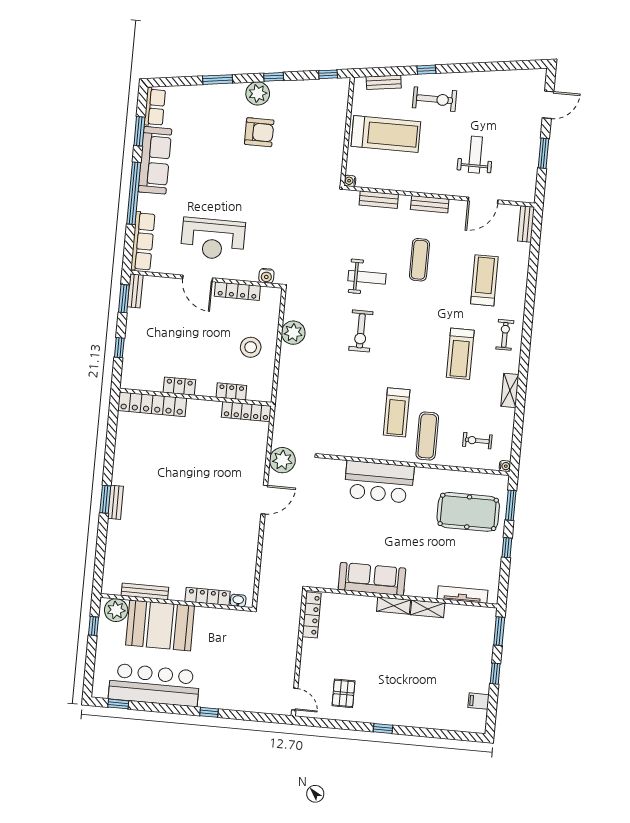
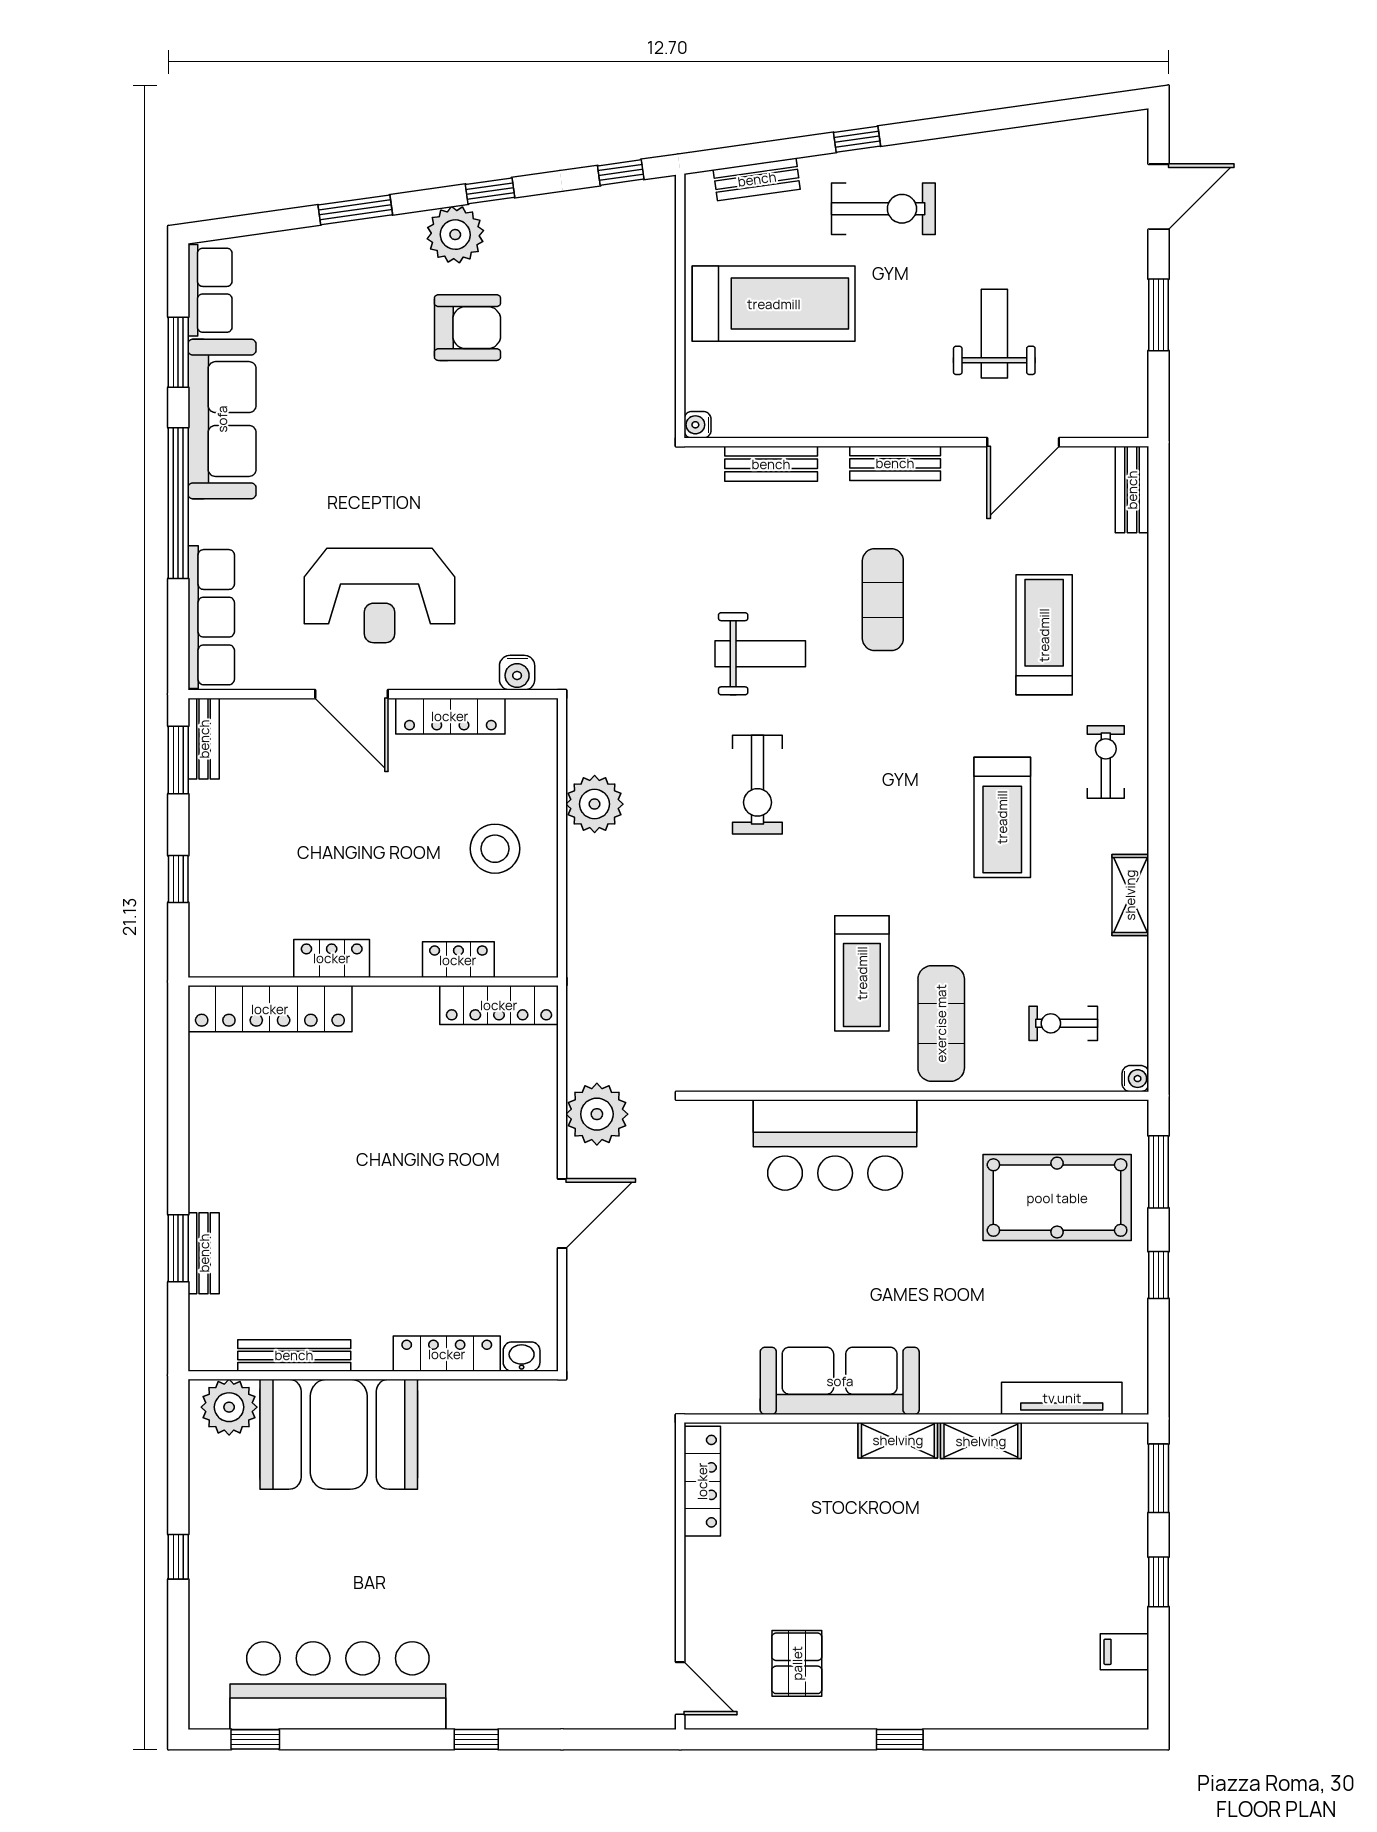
bench: (145, 591) -> (294, 1355), moved
locker: (208, 596) -> (447, 1354), moved
washbasin: (238, 600) -> (522, 1357), moved
wall: (176, 603) -> (373, 1375), moved
plant: (116, 610) -> (229, 1407), moved
booth: (160, 625) -> (339, 1434), moved

